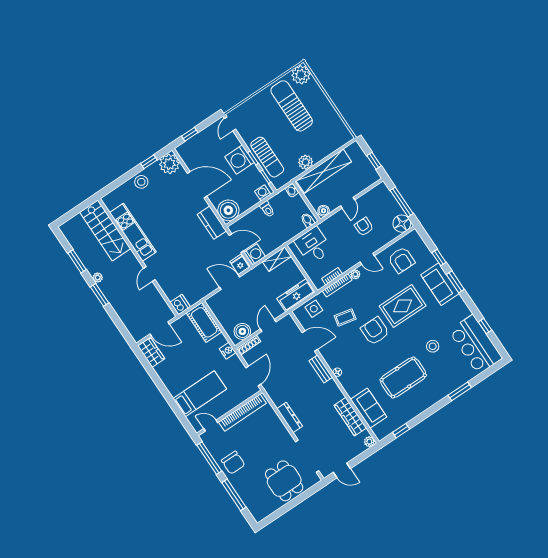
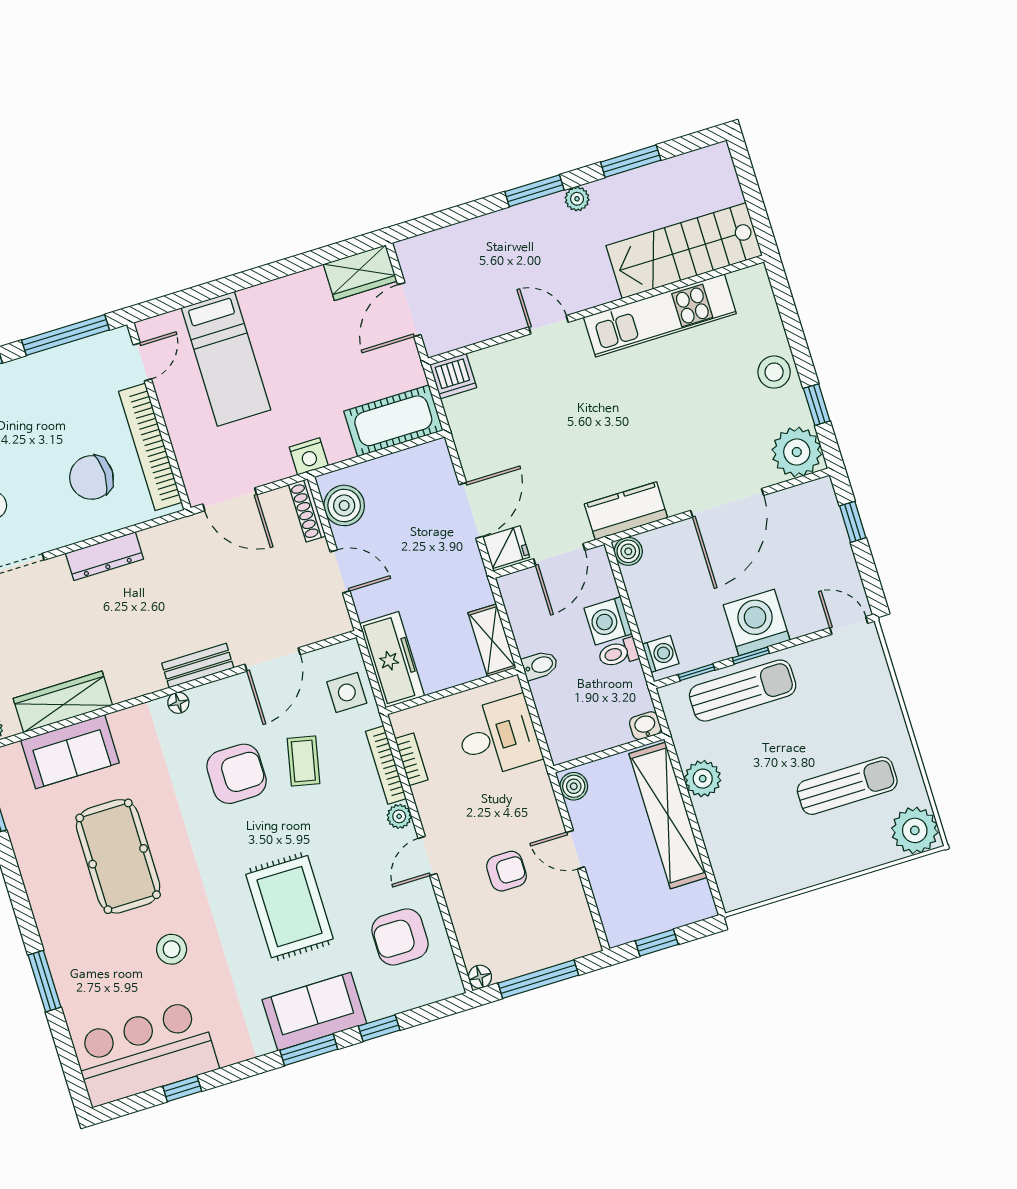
sun lounger: (292, 106) -> (847, 786), width x0.73, depth x0.75
sun lounger: (267, 157) -> (743, 691), turned 180
boiler: (228, 210) -> (628, 551), width x0.54, depth x0.54
bidet: (308, 220) -> (540, 665), moved
floor lamp: (402, 224) -> (480, 977), width x0.53, depth x0.53
washing machine: (255, 254) -> (608, 621), moved, turned 90
armchair: (375, 331) -> (237, 774), moved
chair: (233, 463) -> (91, 477), moved

